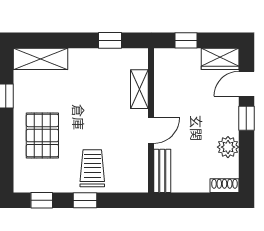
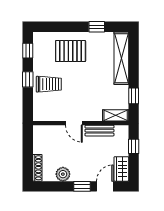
shelving: (40, 59) -> (121, 58), width x1.47
door: (246, 84) -> (105, 186), hinge flipped
shelving: (139, 89) -> (116, 115), moved
bench: (162, 171) -> (99, 131), moved
shoe rack: (224, 186) -> (37, 168), width x1.43

